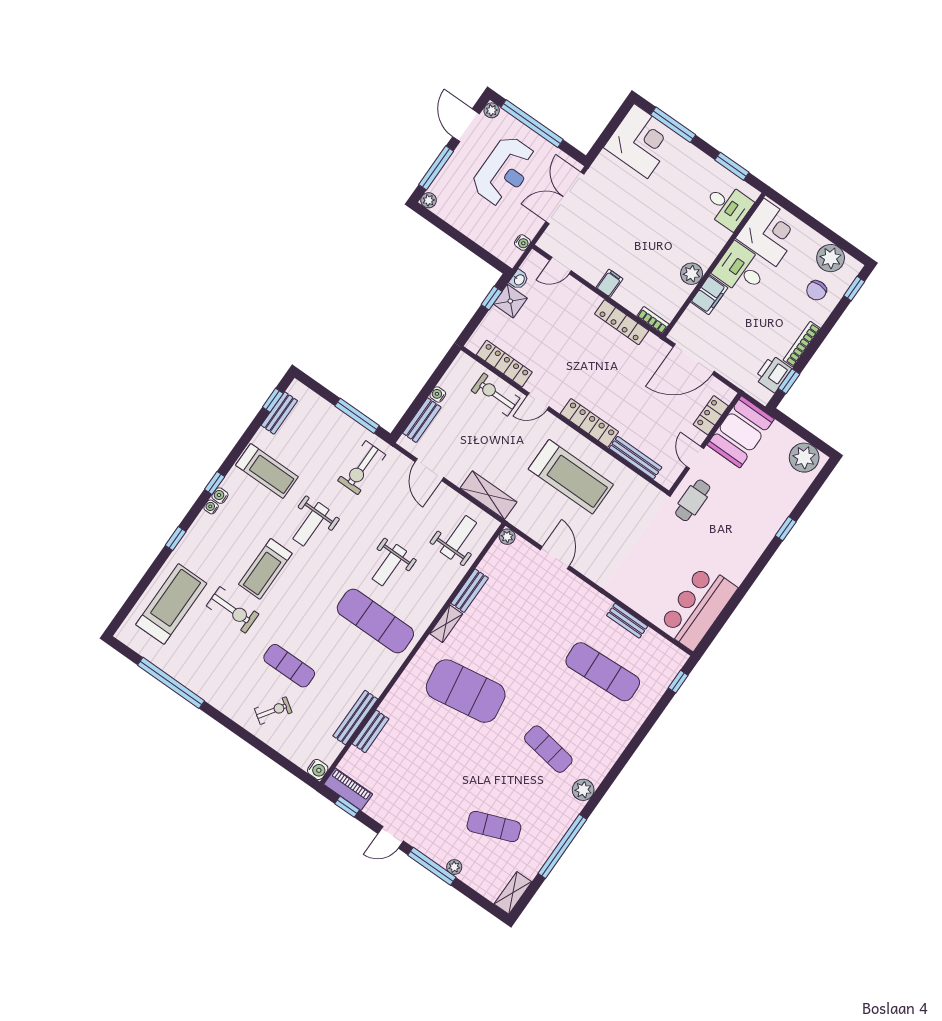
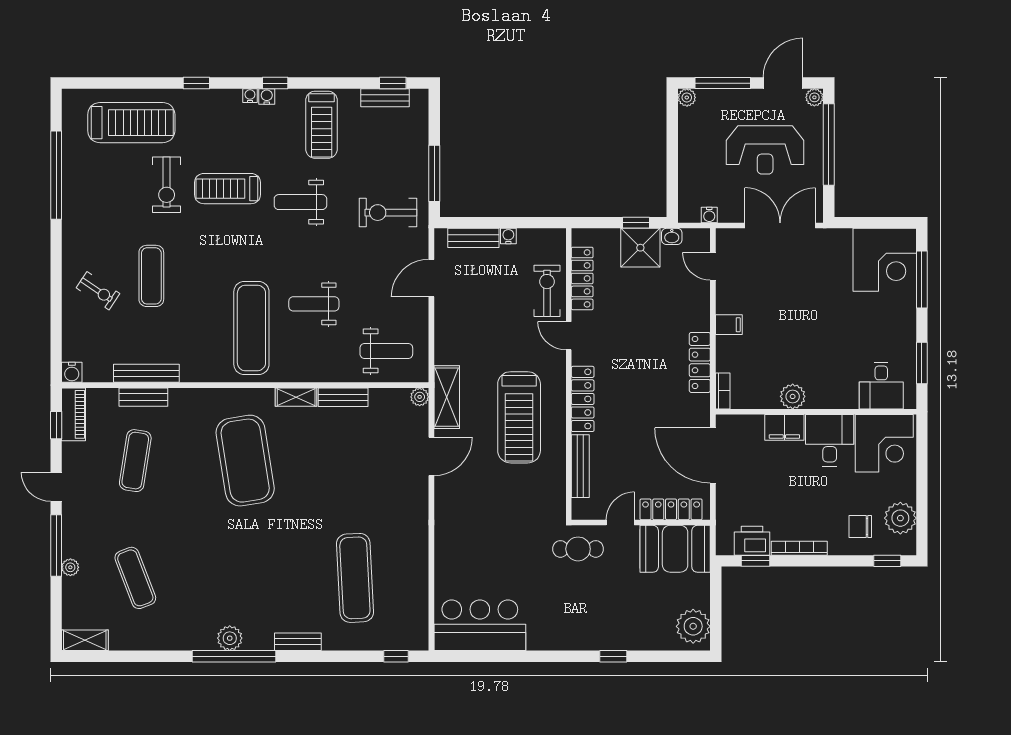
shower: (510, 301) -> (640, 248), width x1.36, depth x1.36
locker: (711, 415) -> (671, 509), width x1.53
shelving: (489, 495) -> (447, 397), moved
bench: (627, 621) -> (298, 642), moved, turned 90
exercise mat: (548, 749) -> (135, 461), moved
window: (562, 846) -> (234, 656), moved

